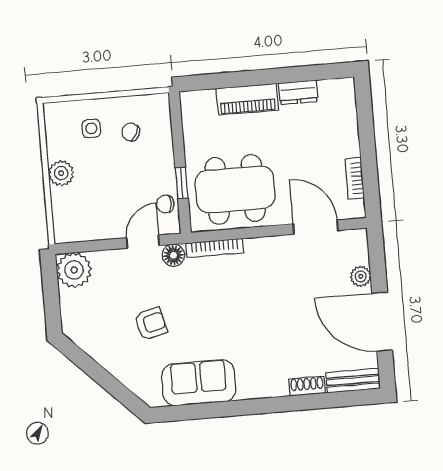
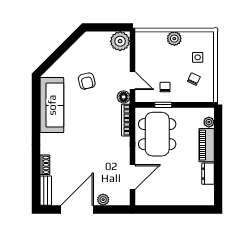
plant: (206, 99) -> (209, 122), added
bookcase: (355, 178) -> (158, 201), removed
chair: (165, 204) -> (165, 87), moved
sofa: (199, 383) -> (52, 105), width x1.36

